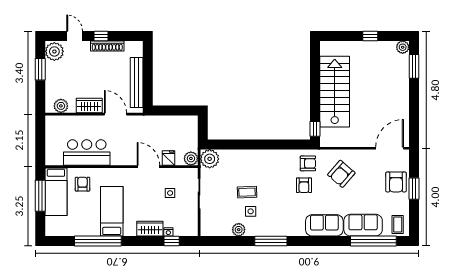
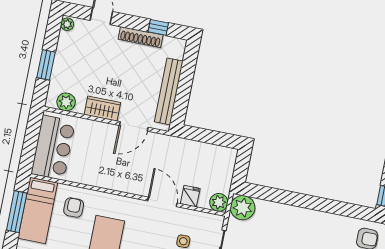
window: (101, 36) -> (158, 27), moved
plant: (54, 51) -> (67, 24), width x0.53, depth x0.53
window: (40, 69) -> (46, 65), moved
door: (115, 114) -> (134, 126), swing flipped
bar counter: (87, 152) -> (53, 148), moved, turned 90

